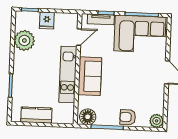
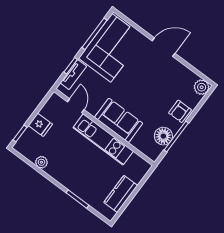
plant: (24, 40) -> (41, 162), width x0.53, depth x0.53
floor lamp: (88, 117) -> (163, 136), moved

